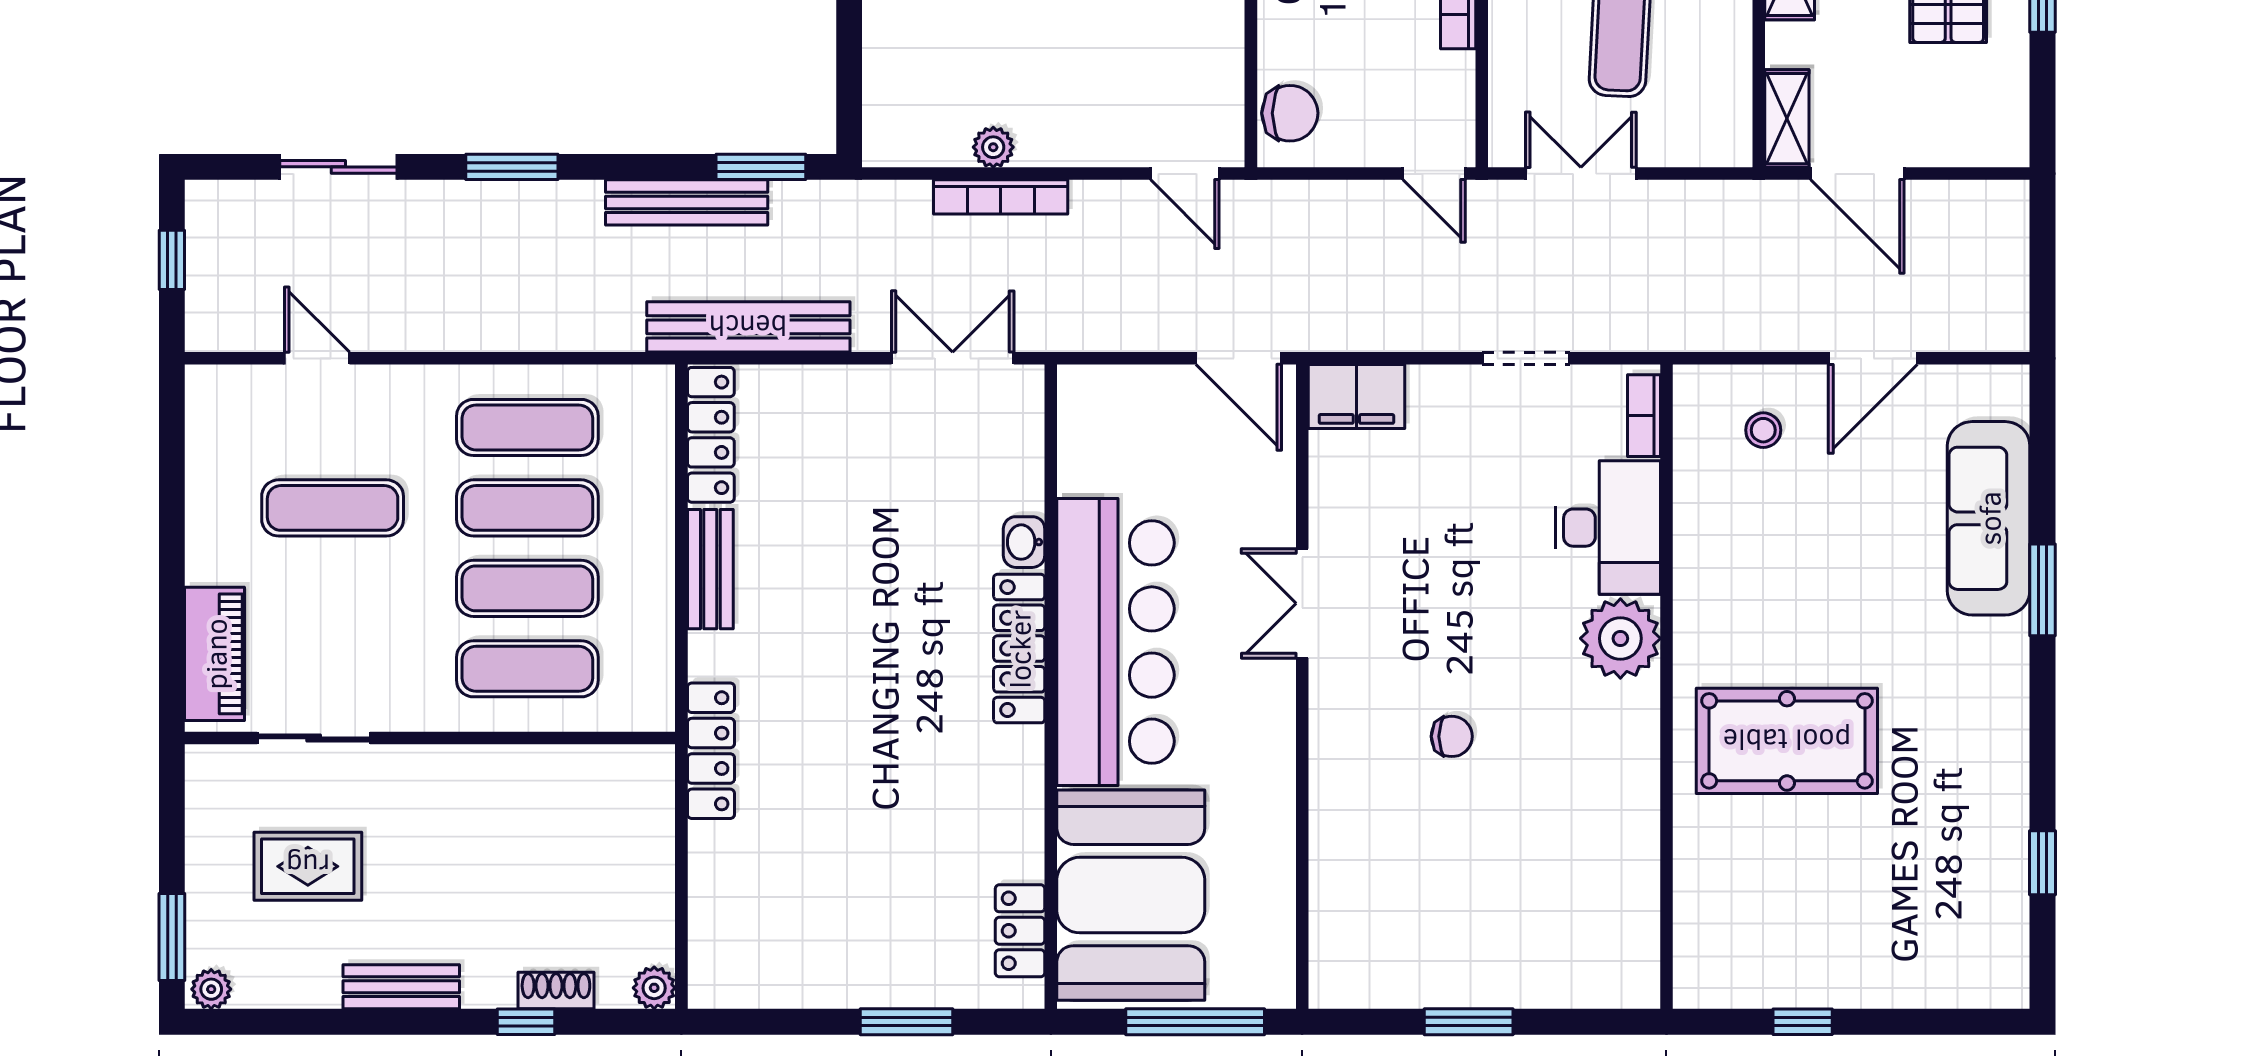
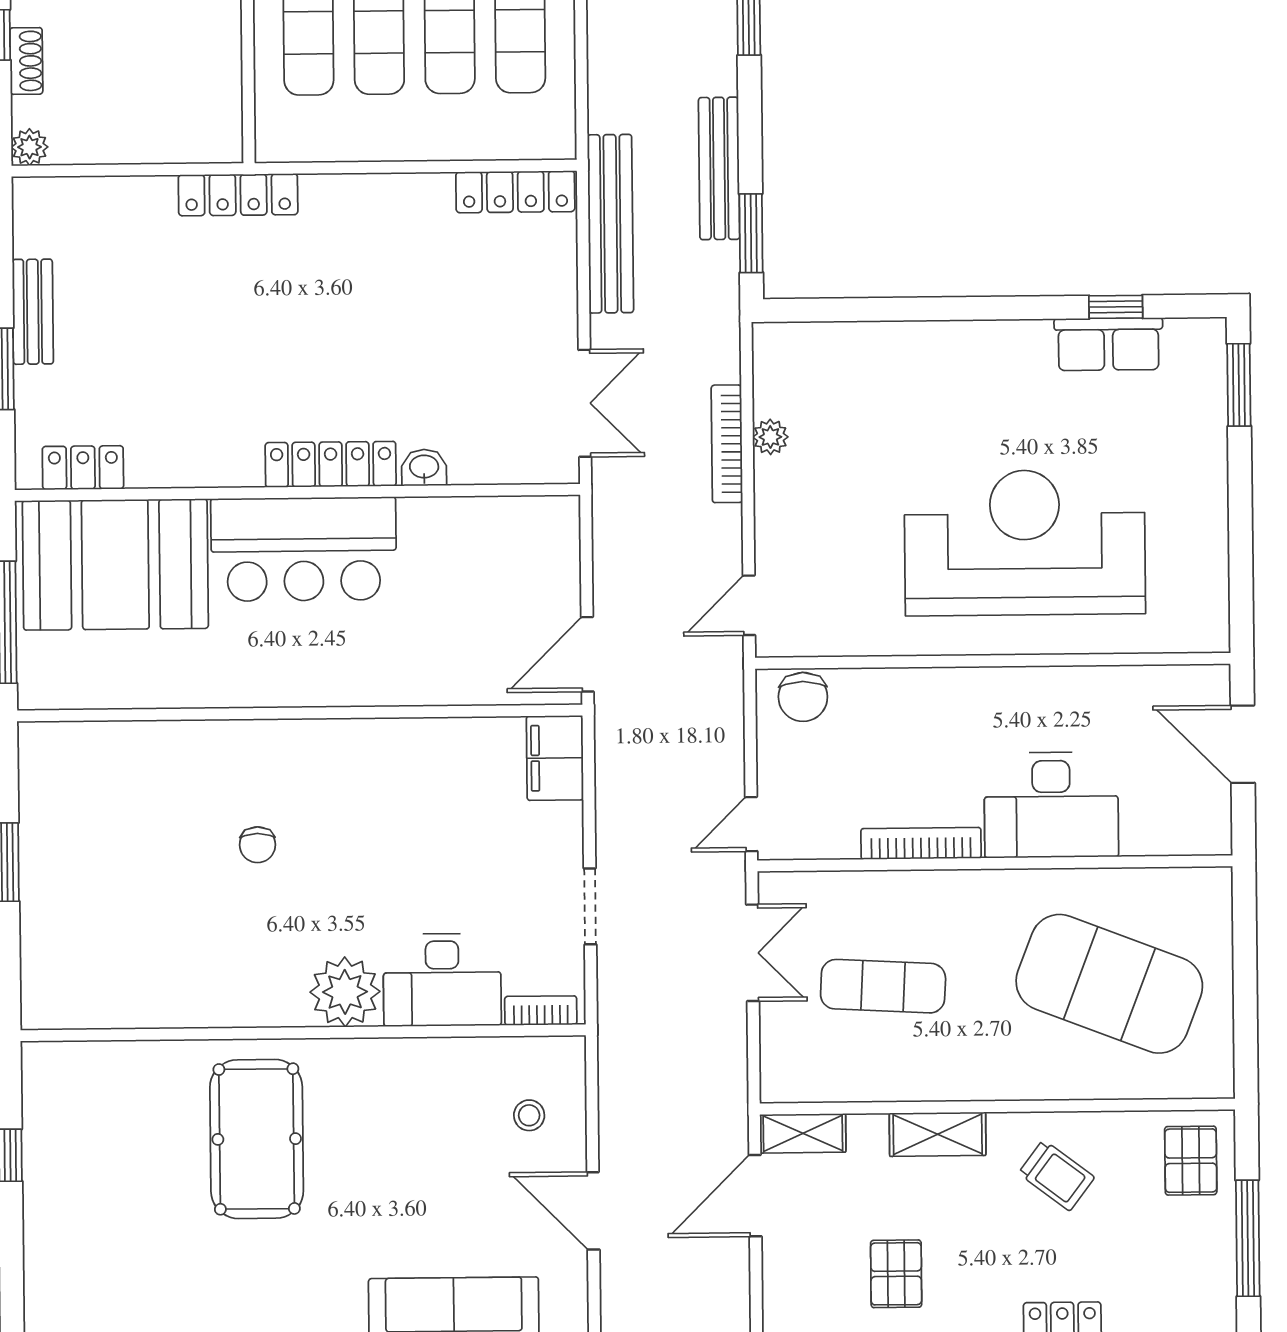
bench: (710, 569) -> (33, 312), moved, turned 90
double door: (1302, 603) -> (373, 712), removed
bar counter: (1115, 642) -> (304, 549), width x0.73

